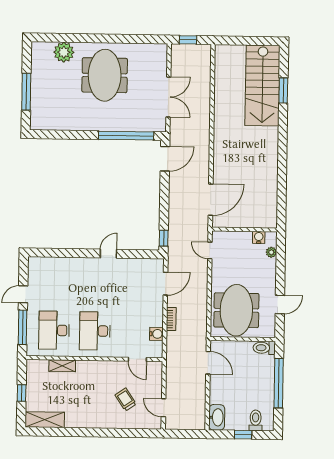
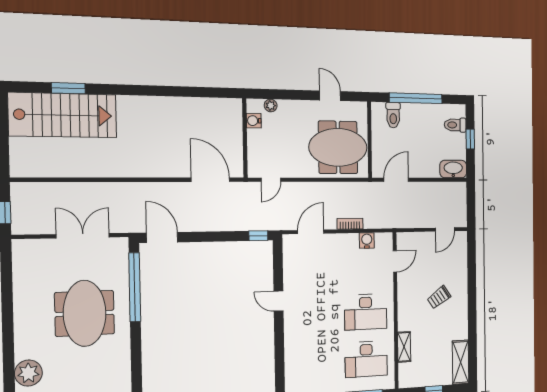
meeting table: (105, 75) -> (85, 313), moved, turned 90
door: (165, 284) -> (311, 232), hinge flipped
toilet: (264, 348) -> (393, 115), moved
trolley: (126, 399) -> (439, 297), moved

